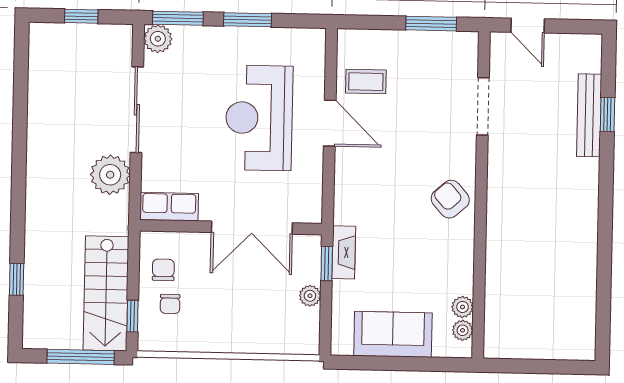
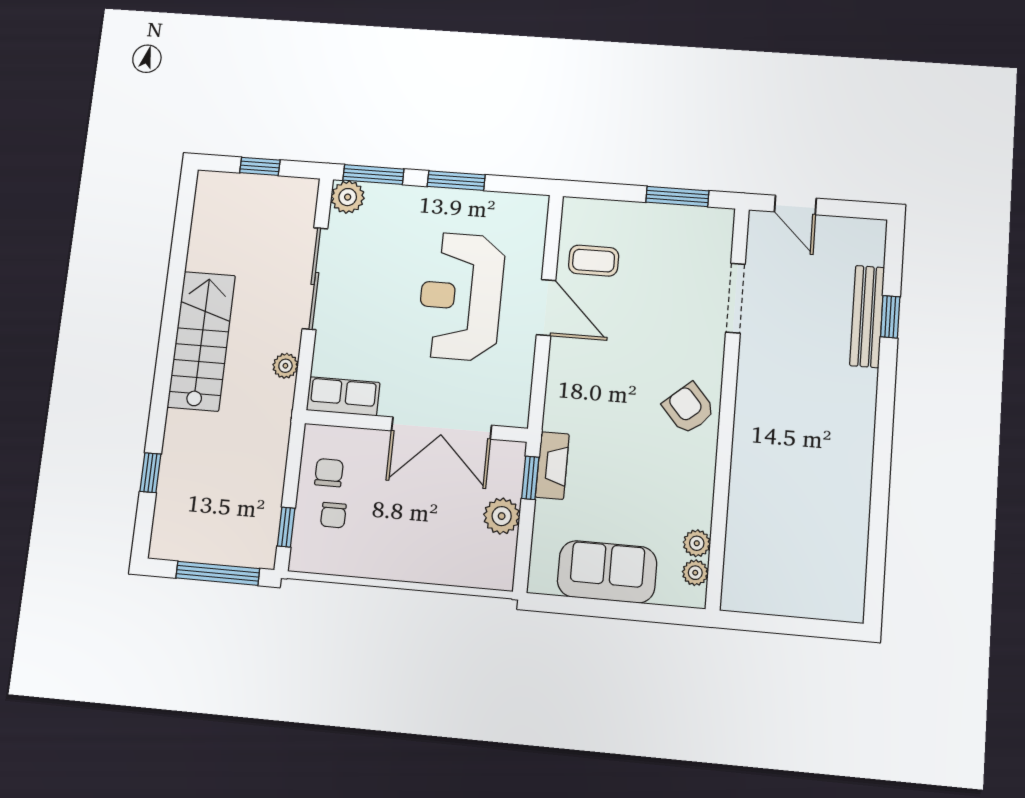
plant: (110, 175) -> (285, 366), width x0.53, depth x0.53
stairs: (106, 293) -> (201, 341), moved, turned 180
plant: (310, 296) -> (502, 516), width x1.38, depth x1.38

